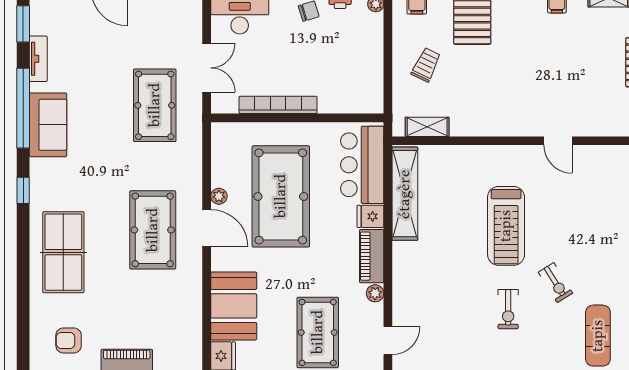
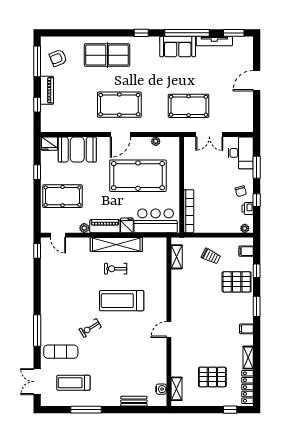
tv unit: (38, 59) -> (214, 41), width x1.41
bookcase: (278, 105) -> (189, 211), moved
shelving: (405, 194) -> (116, 244), moved
plant: (219, 196) -> (156, 141), moved
exercise bike: (508, 309) -> (116, 269), moved
armchair: (69, 340) -> (58, 58), turned -112

